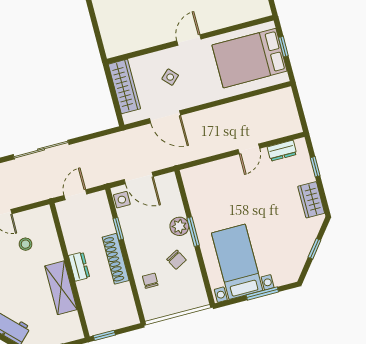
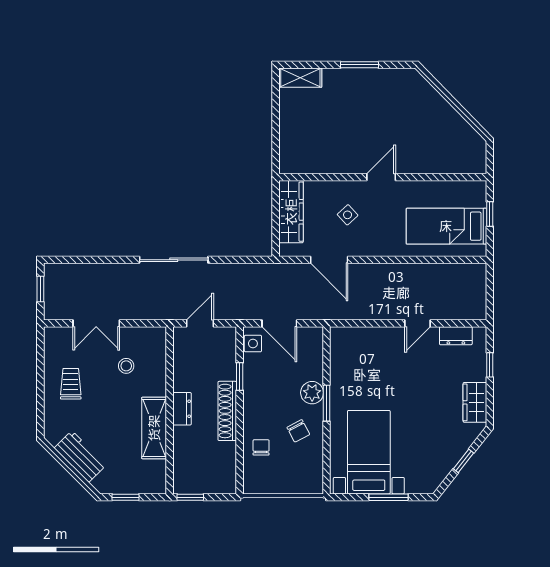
bed: (250, 58) -> (446, 226), width x0.67

